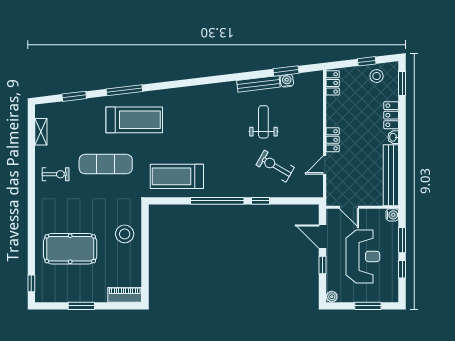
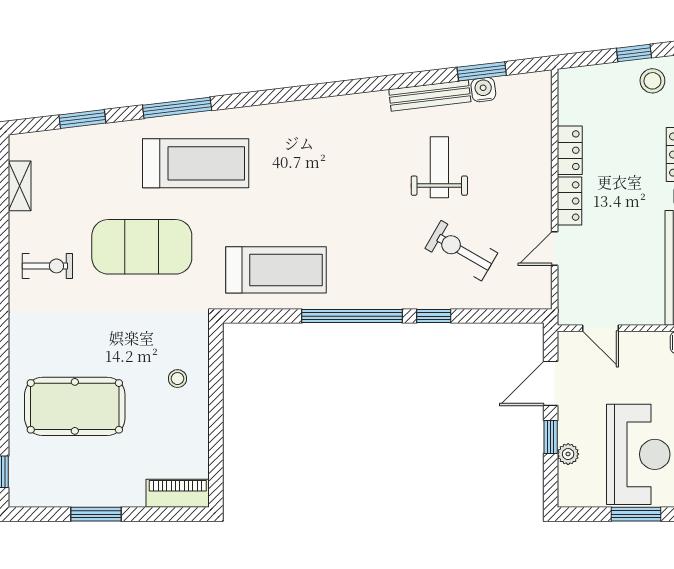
locker: (333, 83) -> (570, 150), moved
exercise mat: (106, 164) -> (142, 247), width x1.47
treadmill: (177, 176) -> (276, 270), turned 180
stool: (125, 234) -> (178, 379), width x0.53, depth x0.53
door: (323, 237) -> (551, 383), hinge flipped
reception desk: (363, 256) -> (638, 454), moved
plant: (332, 297) -> (568, 454), moved

